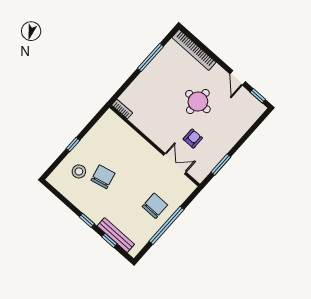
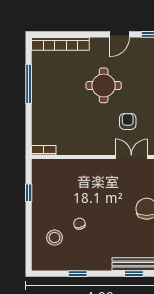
door: (238, 78) -> (120, 34), hinge flipped
window: (73, 145) -> (29, 193), moved
chair: (103, 177) -> (79, 224), width x0.54, depth x0.54
window: (87, 220) -> (78, 274), moved

